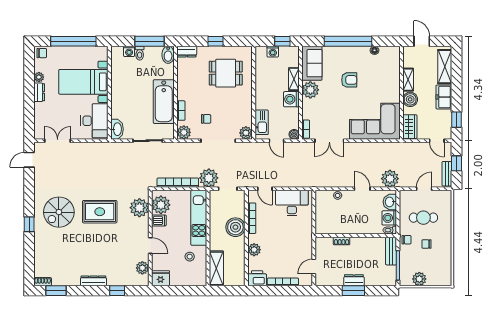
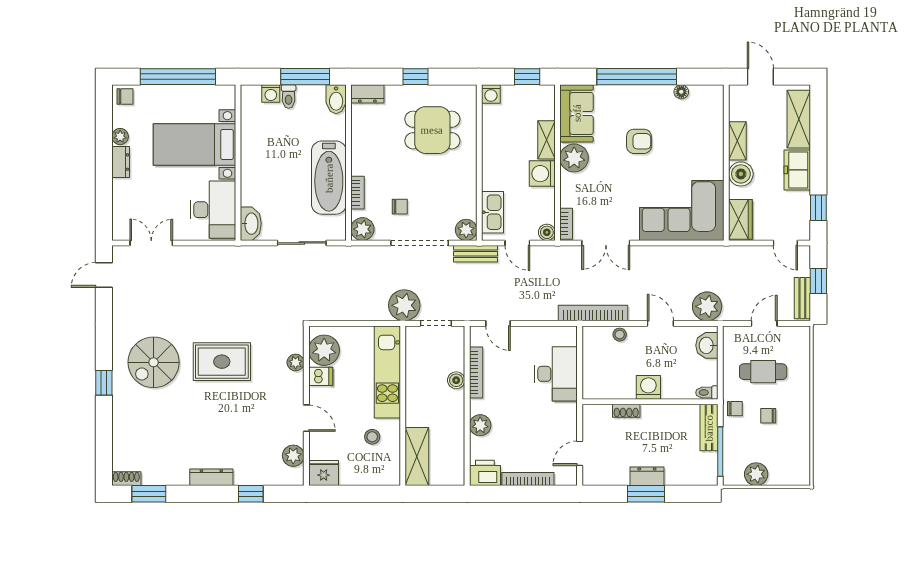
washing machine: (273, 52) -> (491, 94), moved
bench: (251, 147) -> (475, 254), added
bookcase: (178, 183) -> (593, 313), moved
desk: (292, 203) -> (556, 374), moved, turned 90
plant: (139, 208) -> (296, 362), width x0.53, depth x0.53
washing machine: (389, 218) -> (648, 387), moved, turned 90
boiler: (235, 227) -> (456, 380), width x0.54, depth x0.54

